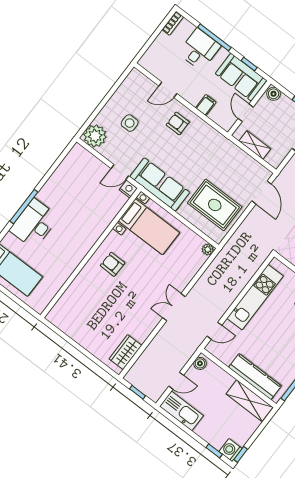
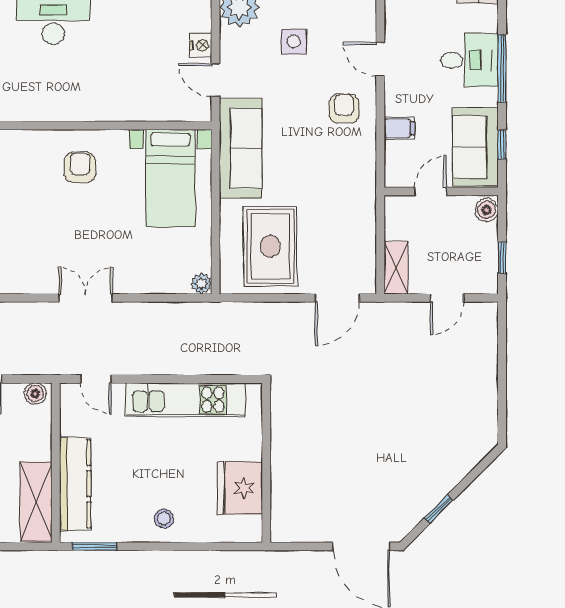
shelving: (255, 145) -> (396, 268), moved
nightstand: (128, 189) -> (201, 45), moved

